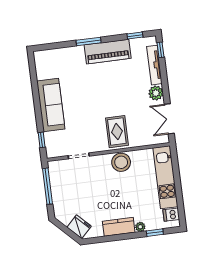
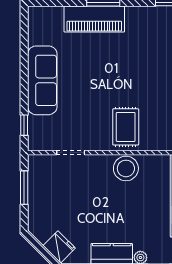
piano: (108, 52) -> (94, 19), moved
window: (48, 186) -> (24, 188), width x0.69

